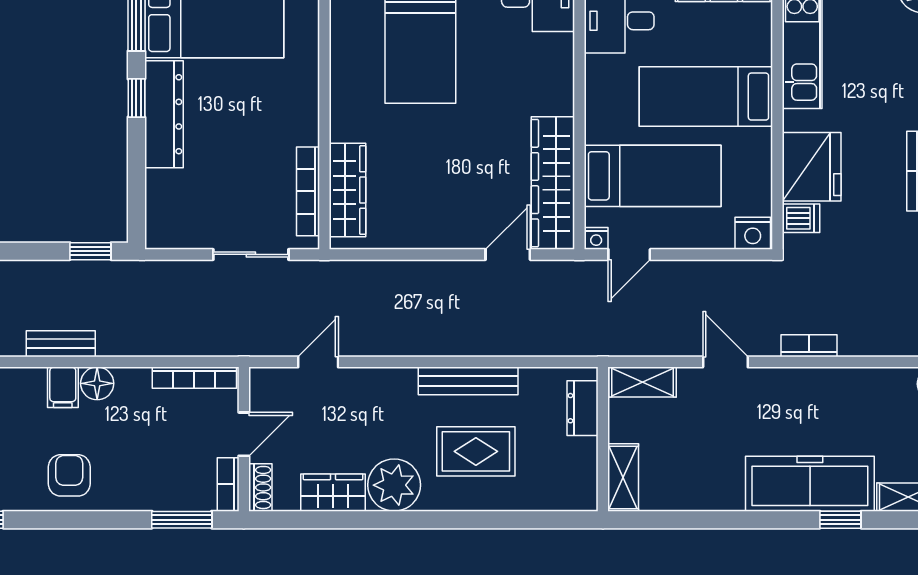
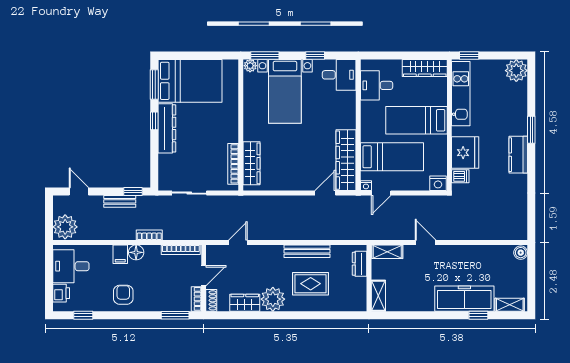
sliding door: (251, 254) -> (189, 193), moved
bench: (61, 344) -> (120, 201), moved
bookcase: (809, 346) -> (149, 235), moved

